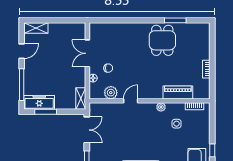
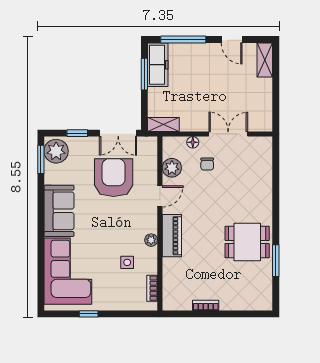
piano: (178, 93) -> (172, 236), moved
door: (131, 101) -> (160, 196), hinge flipped
armchair: (118, 133) -> (114, 178), added

